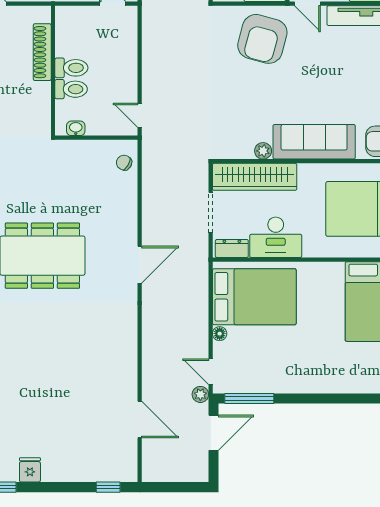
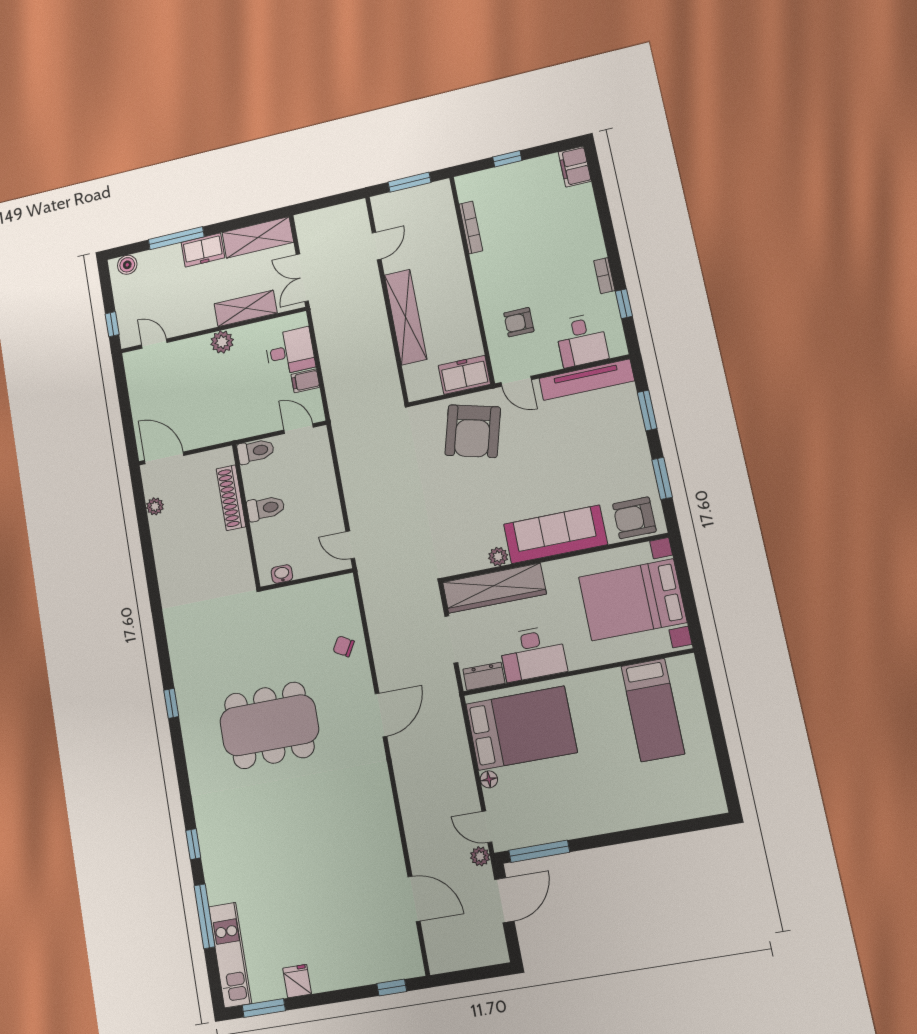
toilet: (71, 89) -> (256, 451), moved
chair: (124, 163) -> (344, 646), moved

